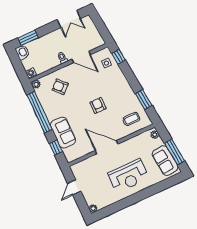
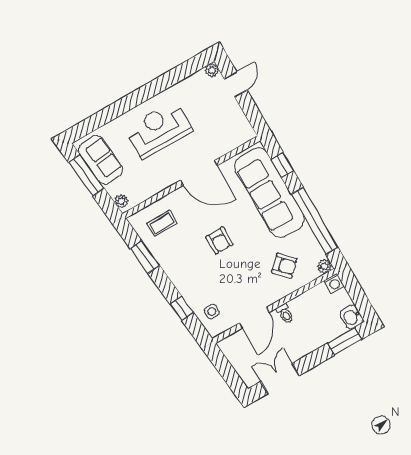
door: (81, 57) -> (254, 318), swing flipped
window: (118, 57) -> (182, 308), moved
sofa: (63, 133) -> (269, 193), width x1.85, depth x1.27
door: (74, 187) -> (236, 84), moved

